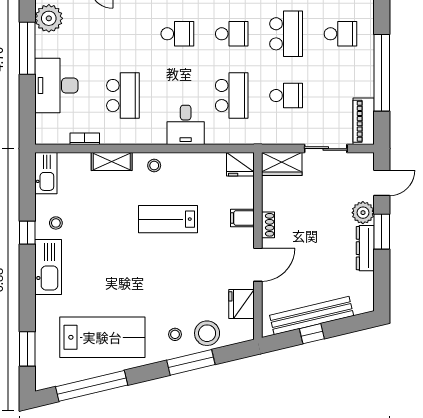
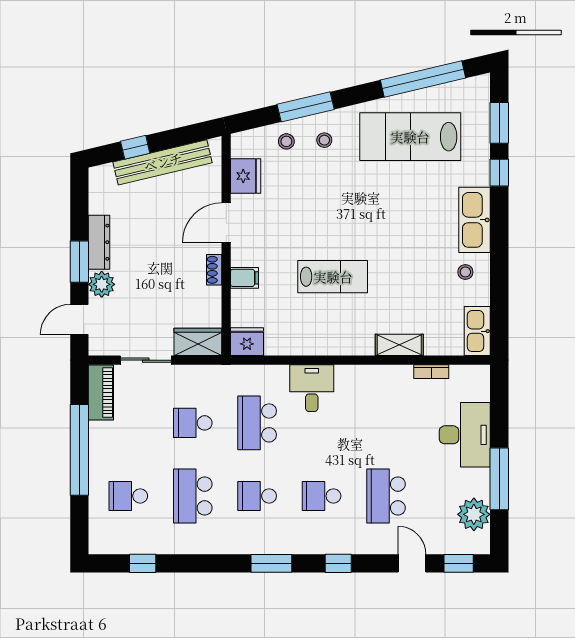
school desk: (123, 96) -> (386, 496), moved
stool: (154, 166) -> (349, 340), removed
window: (27, 233) -> (499, 173), moved
stool: (207, 333) -> (286, 141), width x0.53, depth x0.53
window: (312, 334) -> (135, 147), moved

